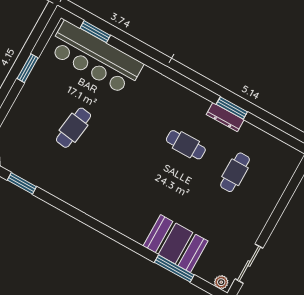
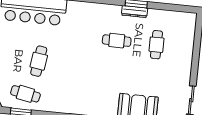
cafe table: (38, 162) -> (25, 94), added

